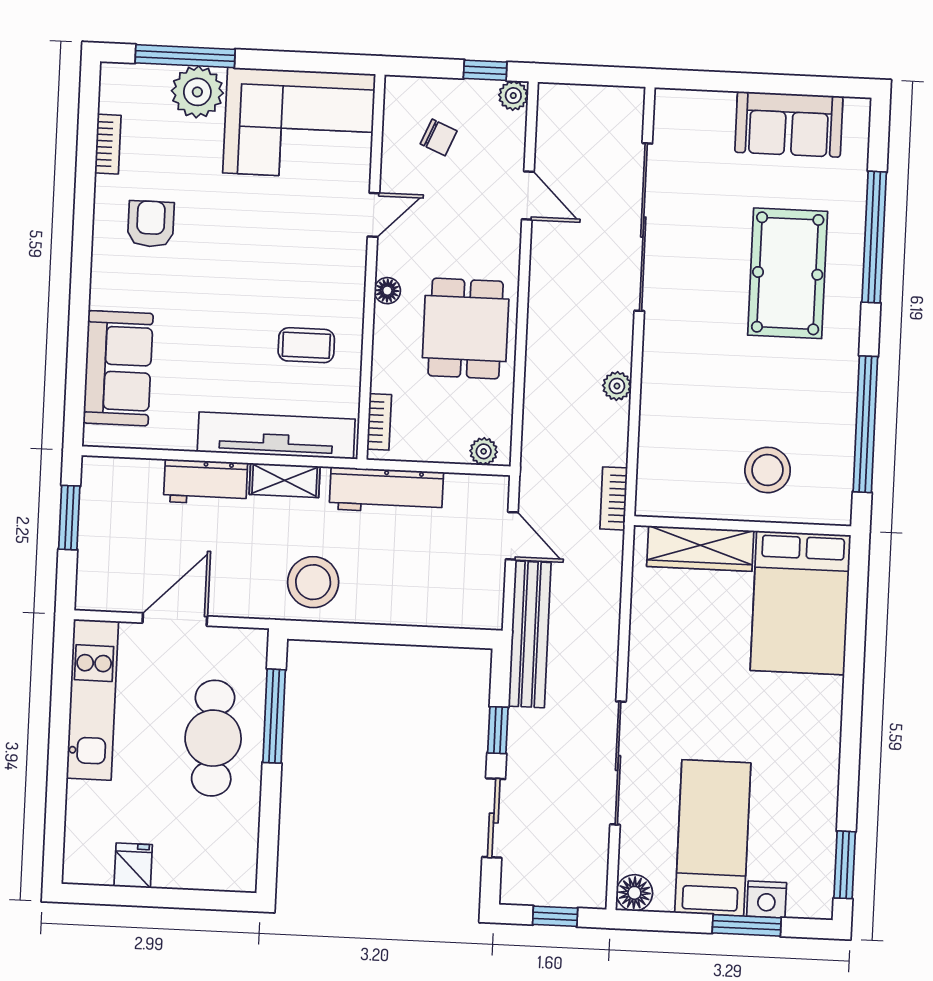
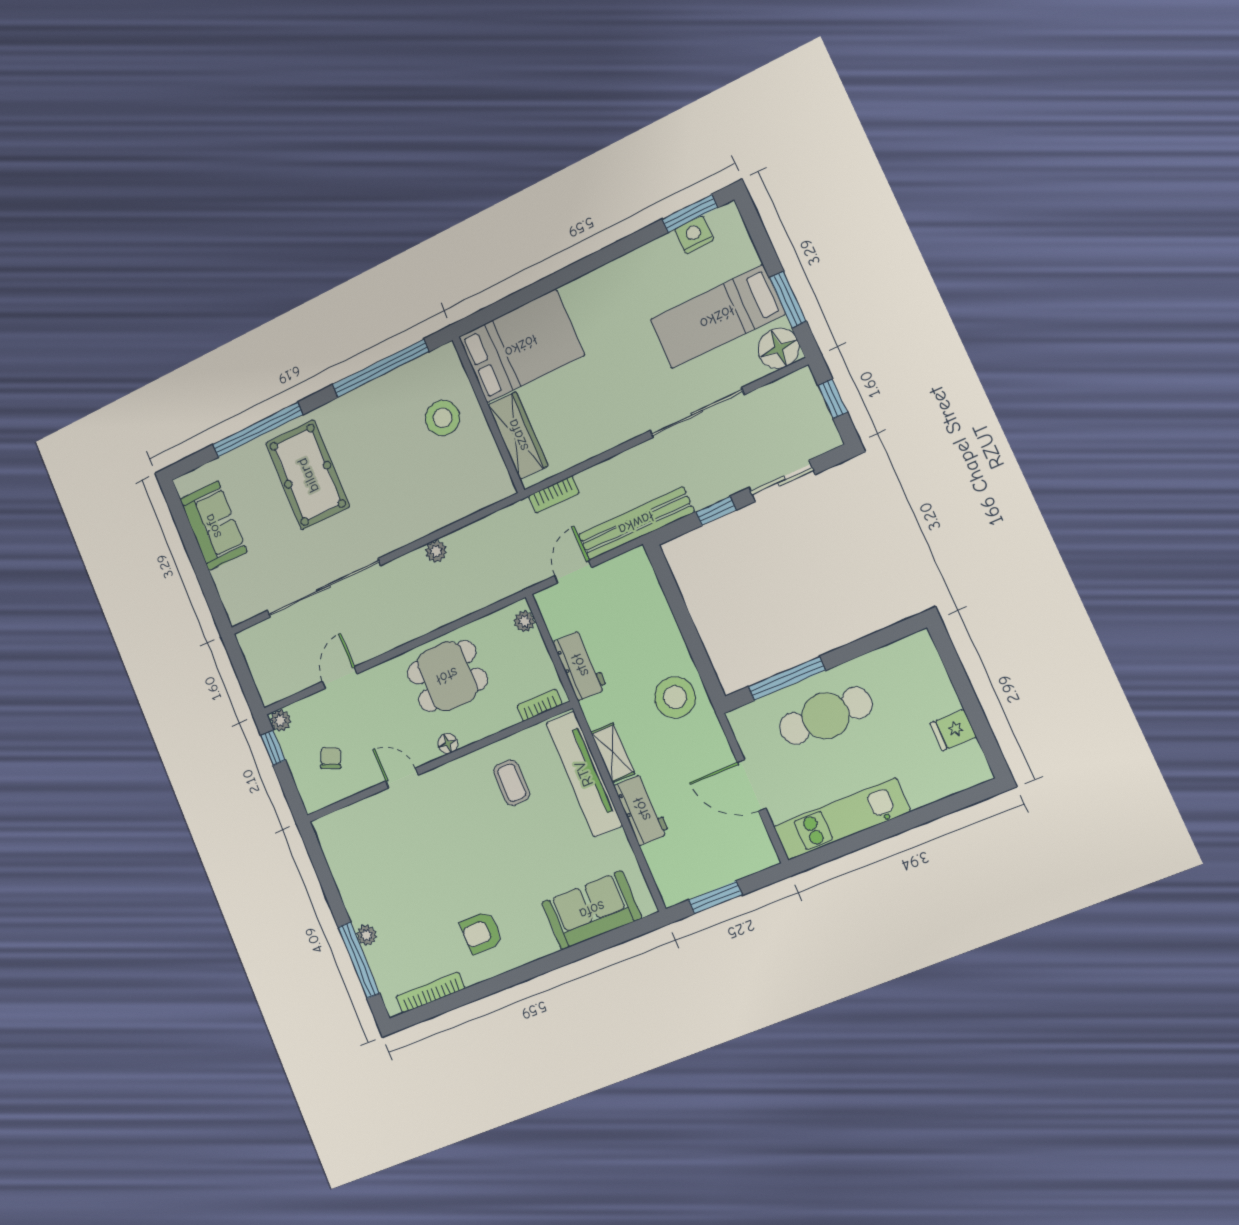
plant: (197, 92) -> (367, 935), width x0.53, depth x0.53
corner sofa: (299, 124) -> (366, 859), removed
bookcase: (108, 144) -> (431, 992), width x1.56
pool table: (788, 273) -> (308, 475), turned 90
workbench: (386, 491) -> (580, 665), width x0.73
bookcase: (614, 498) -> (554, 494), moved
floor lamp: (634, 893) -> (779, 348), width x1.38, depth x1.38
nightstand: (767, 899) -> (694, 235), moved, turned -90
window: (747, 925) -> (788, 300), moved

